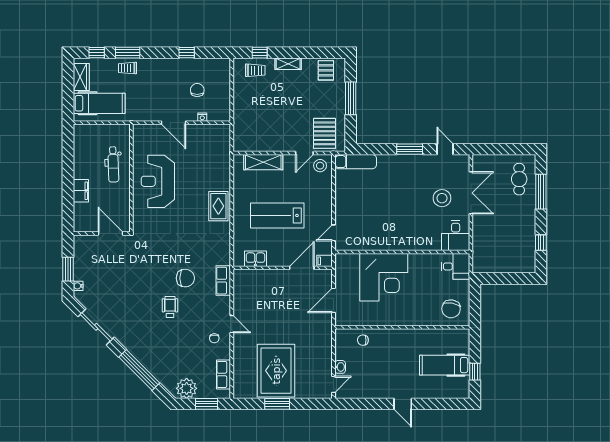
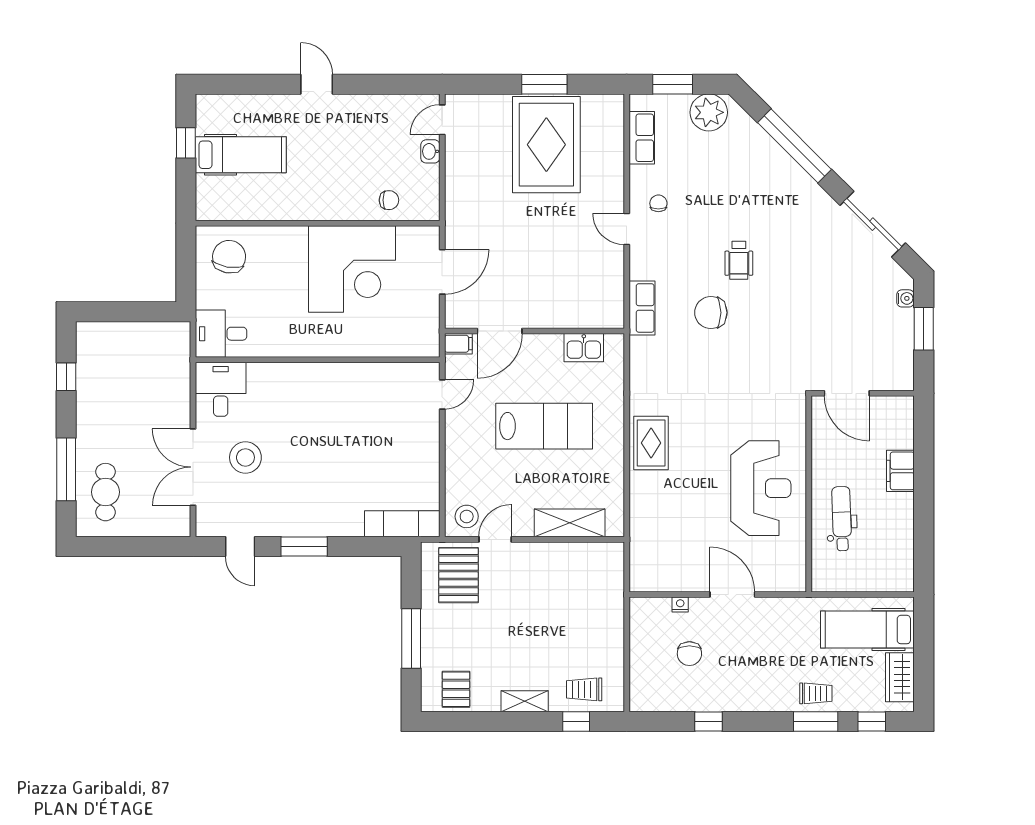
corner desk: (384, 277) -> (352, 269), moved, turned 180

